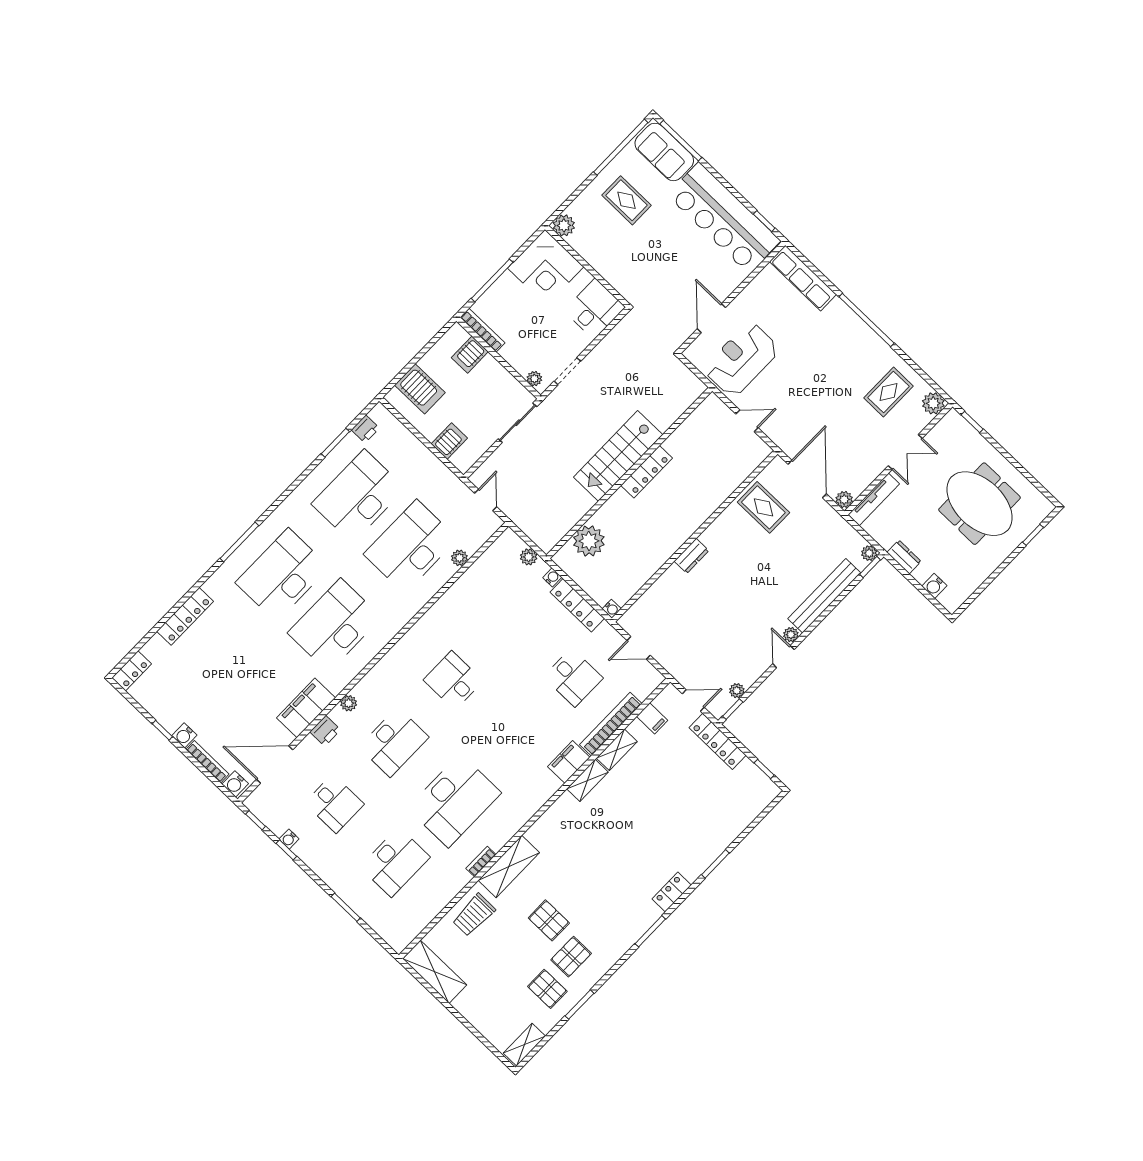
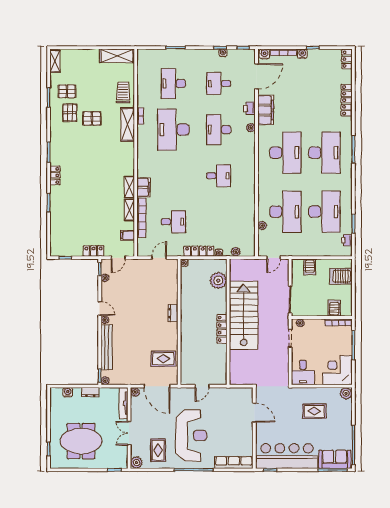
rug: (627, 200) -> (314, 411), moved
reception desk: (742, 360) -> (191, 435), moved, width x1.36, depth x1.30
stairs: (618, 456) -> (244, 315), width x1.36, depth x1.51
door: (486, 500) -> (274, 258), hinge flipped
desk: (573, 677) -> (173, 222), turned 180
locker: (718, 741) -> (94, 251), width x0.66

